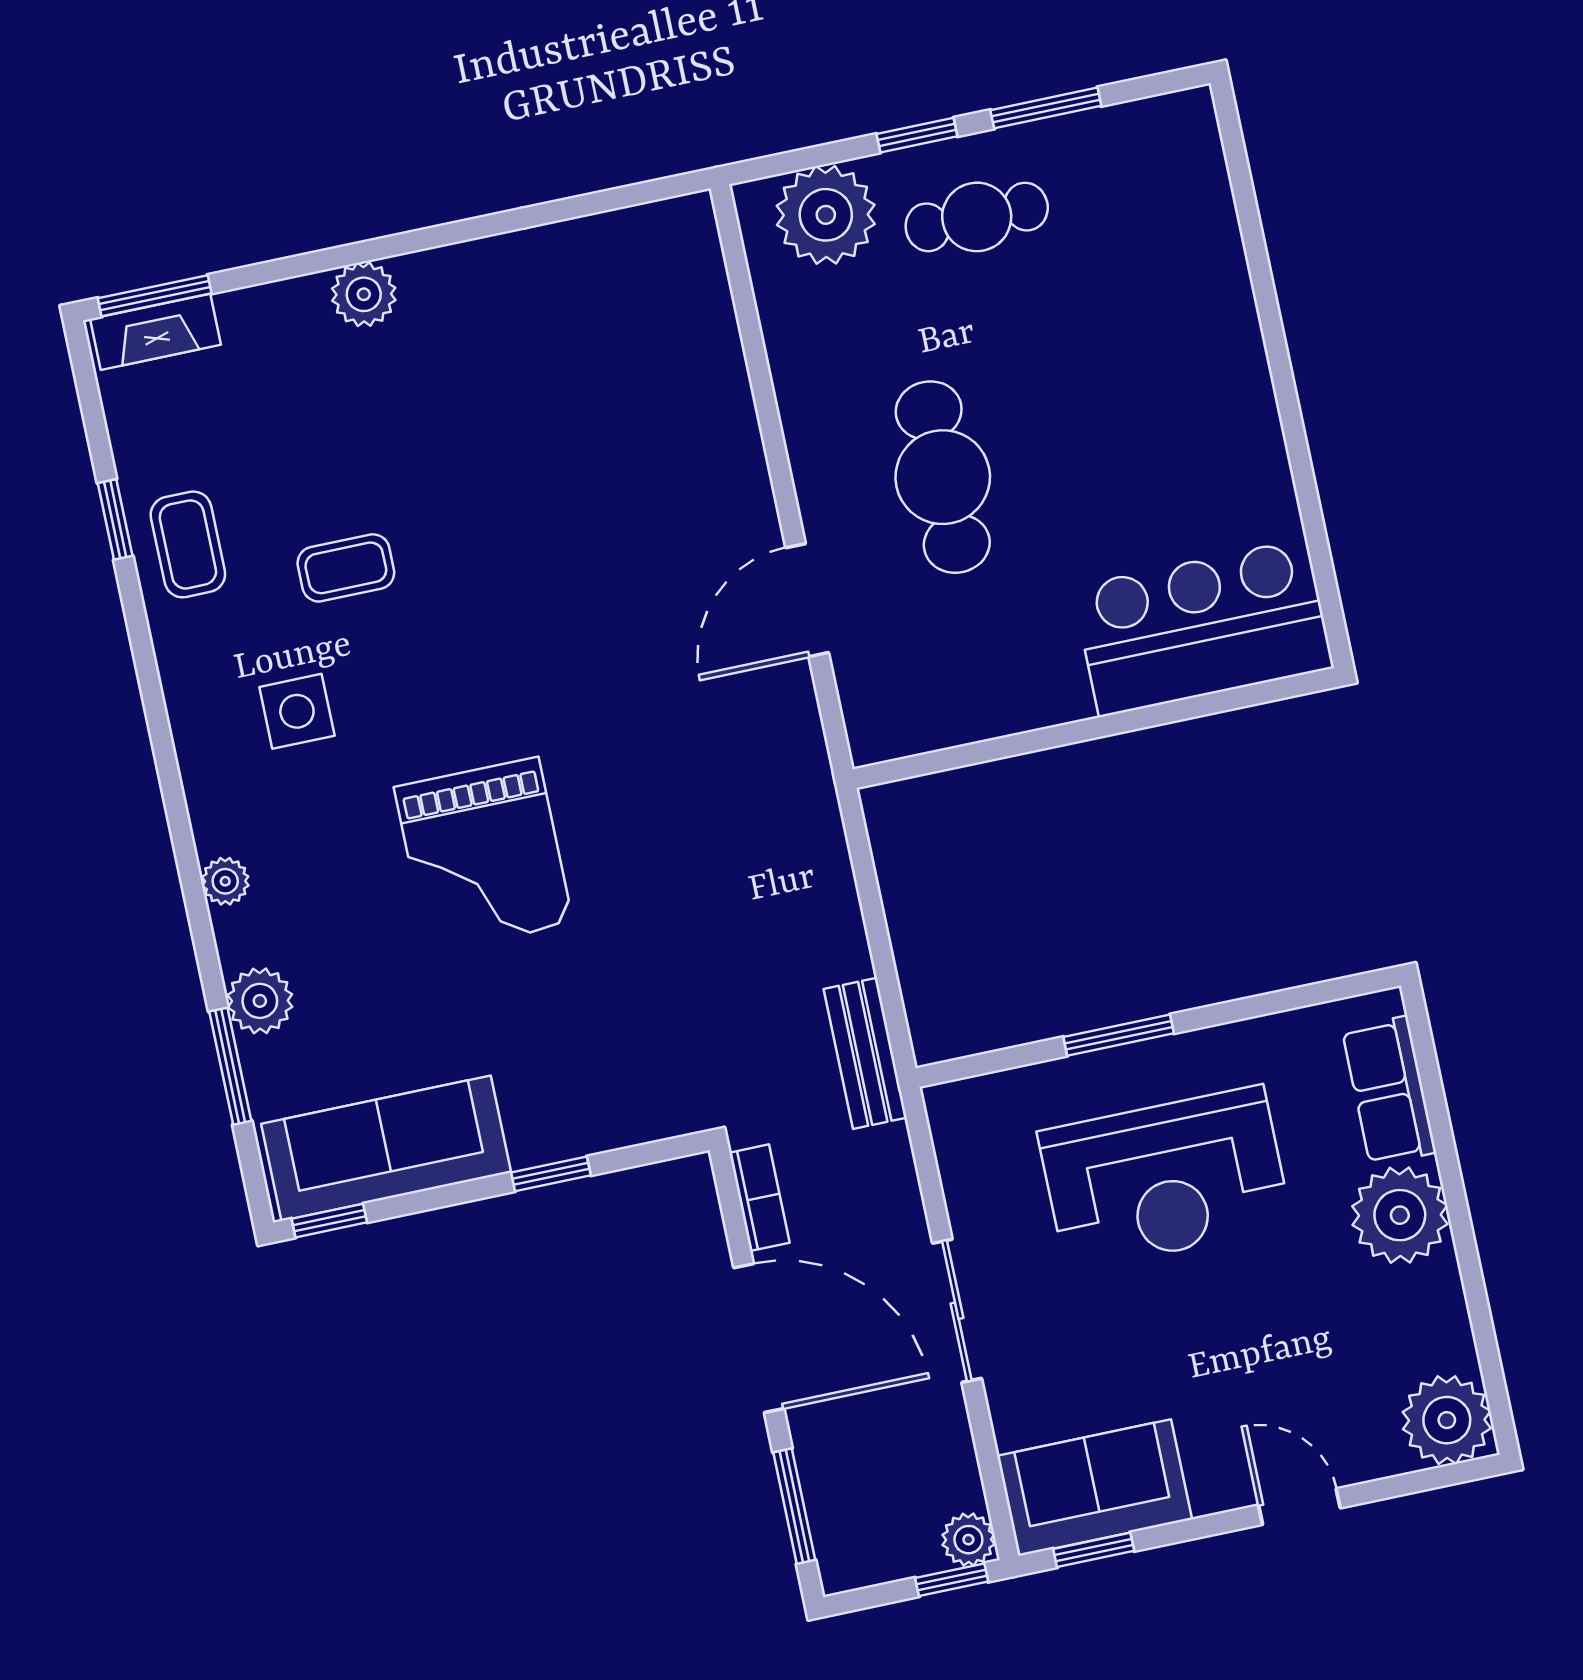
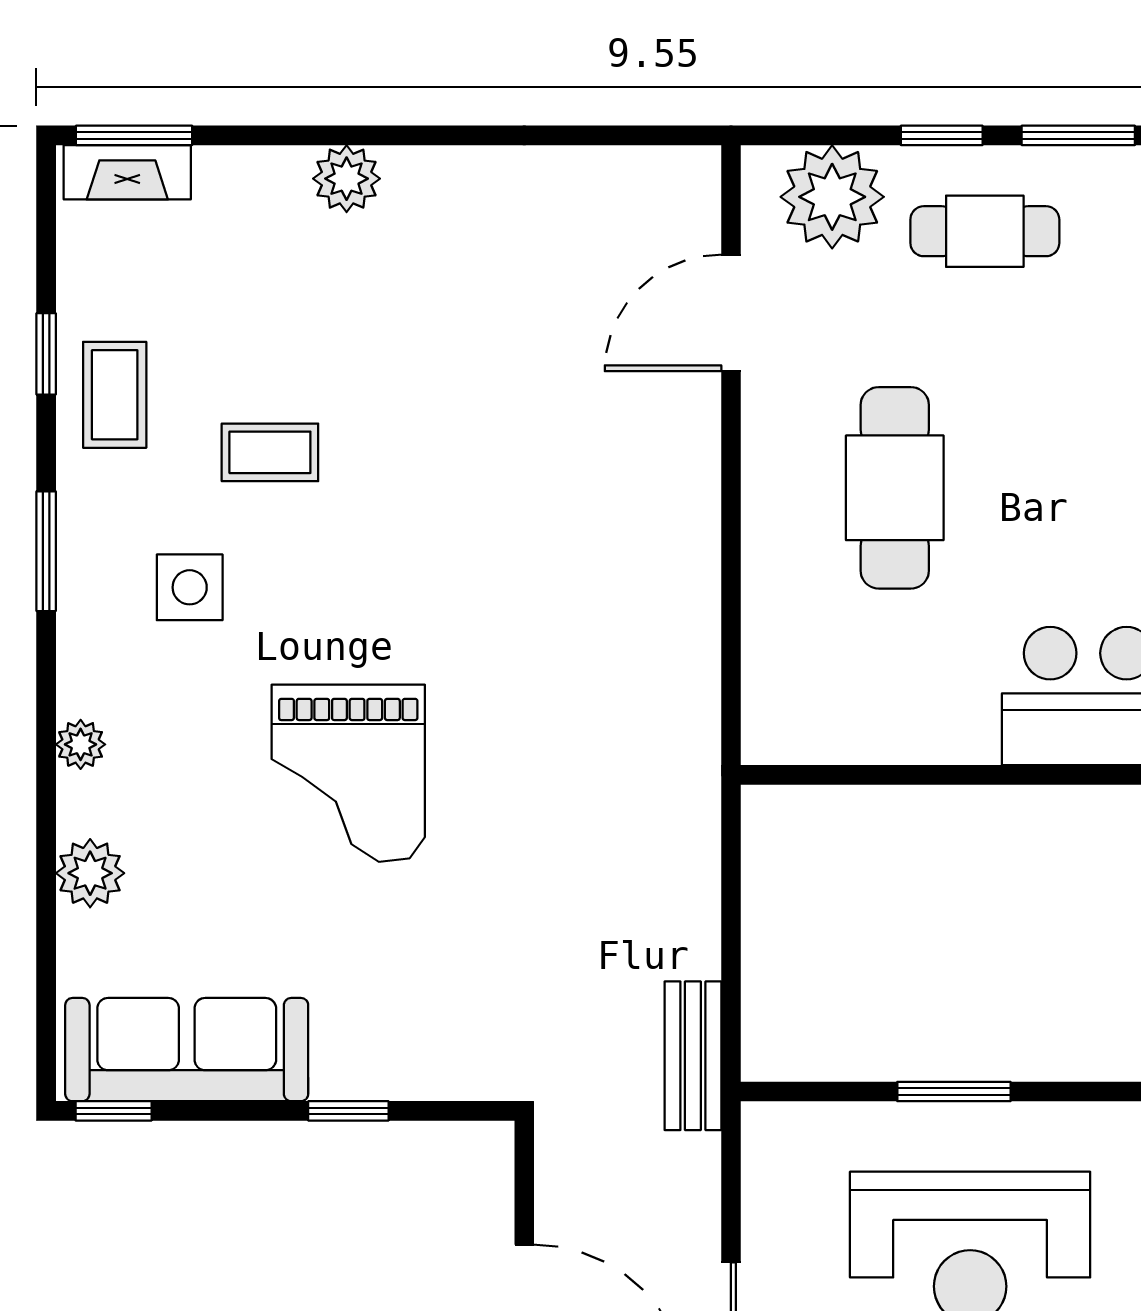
door: (807, 600) -> (731, 313), moved
window: (230, 1066) -> (46, 551), moved
bookcase: (759, 1198) -> (555, 1180), removed

